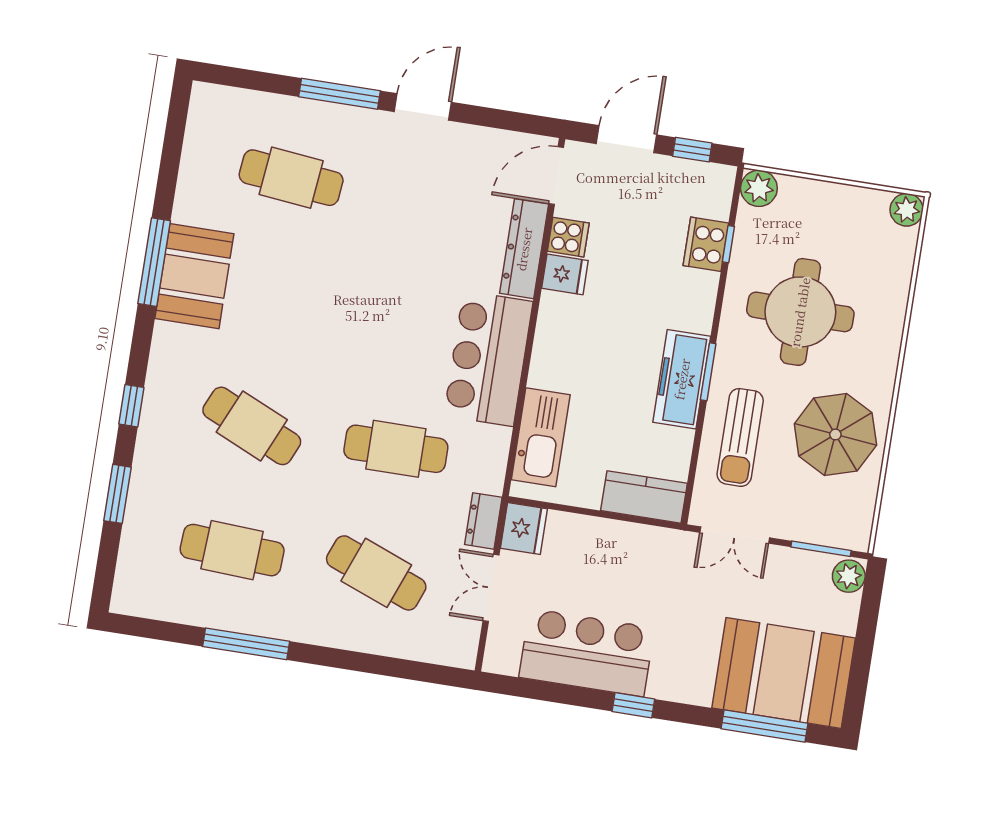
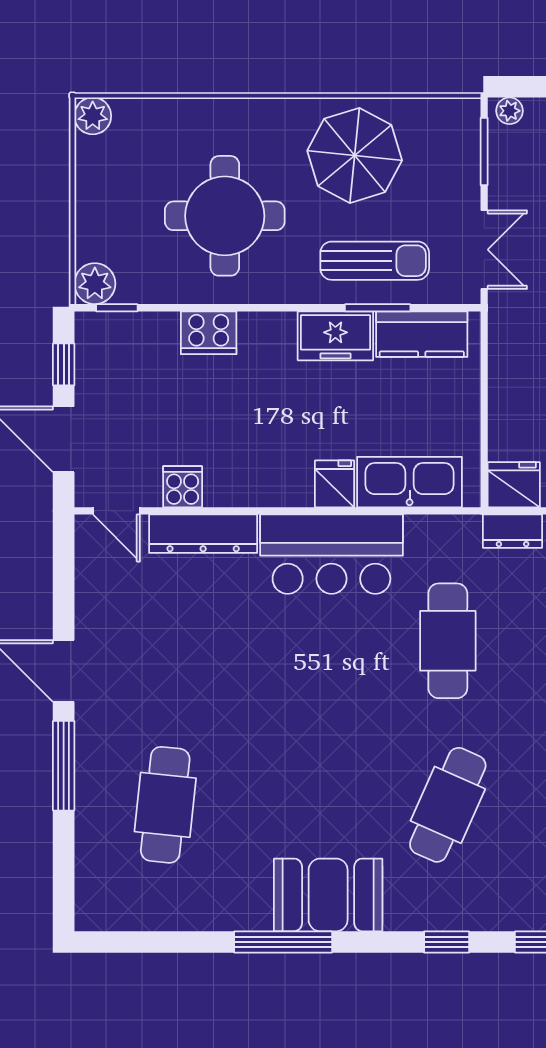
door: (556, 176) -> (116, 511), width x0.73
cooker: (706, 244) -> (209, 333), moved
window: (728, 244) -> (117, 308), moved
fridge: (565, 274) -> (335, 484), moved
booth: (194, 276) -> (328, 895), moved
window: (708, 372) -> (378, 308), moved
freezer: (682, 379) -> (335, 336), width x0.71
kitchen counter: (644, 497) -> (422, 334), moved, turned -90
plant: (849, 576) -> (509, 111), width x0.73, depth x0.73

